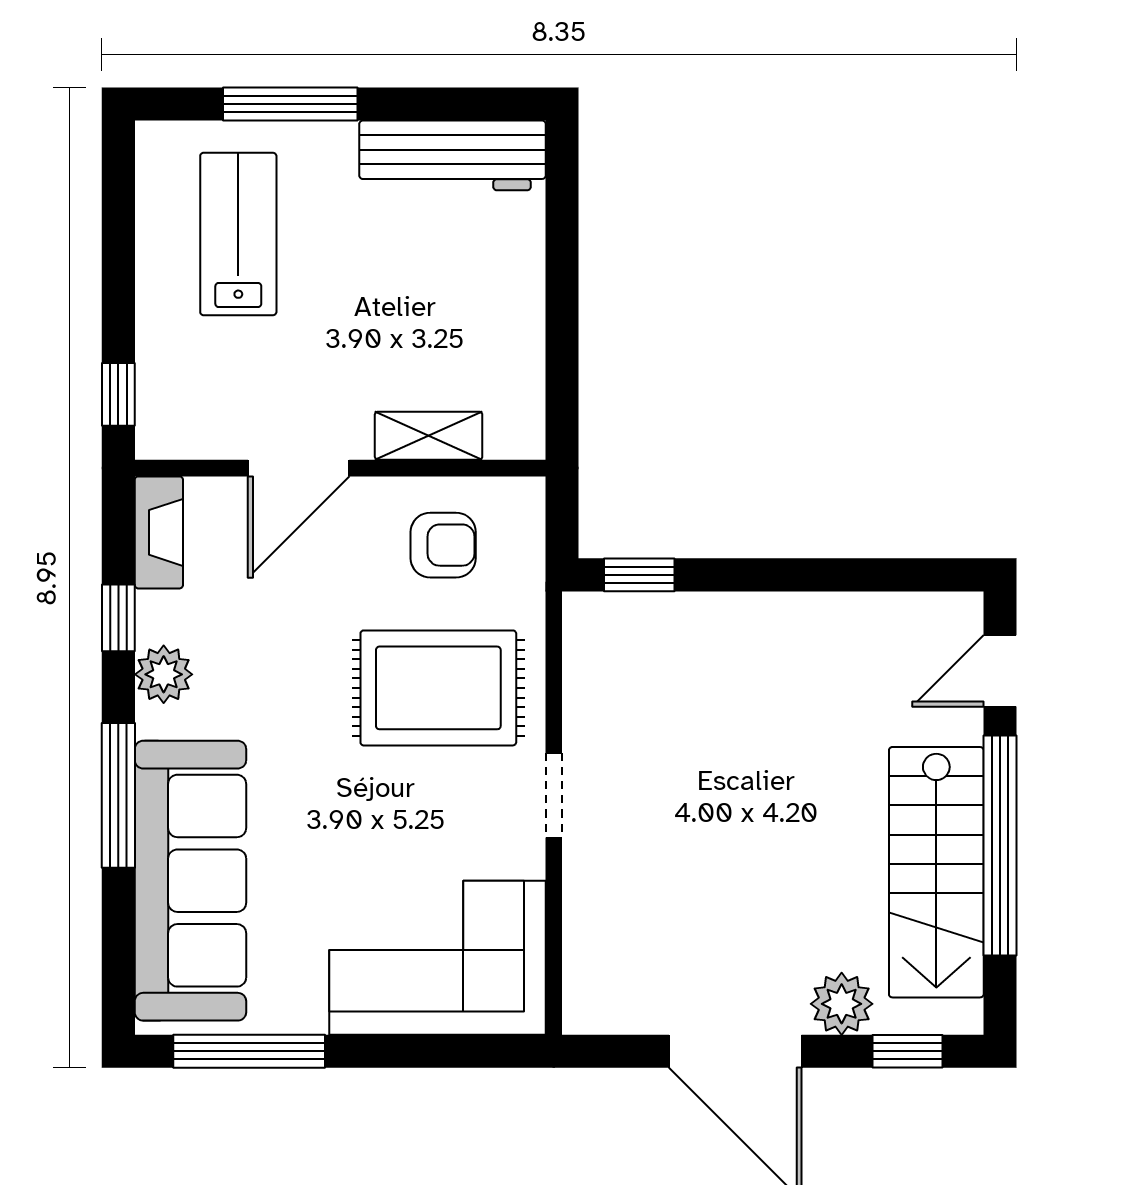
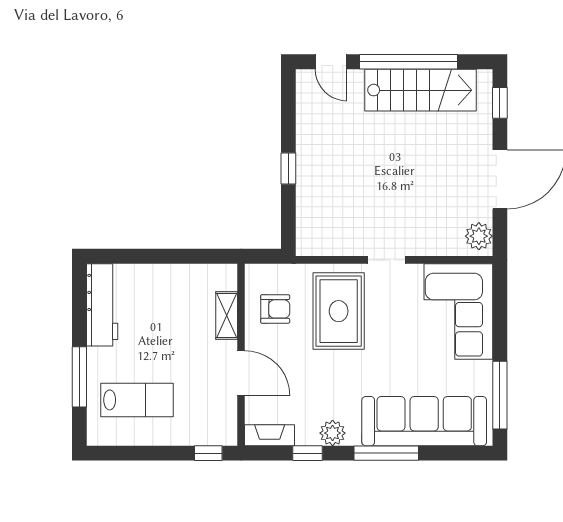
lab bench: (238, 234) -> (137, 400), turned 180
armchair: (443, 545) -> (275, 309), turned 90
window: (639, 575) -> (288, 168), moved
plant: (842, 1004) -> (479, 236), moved

